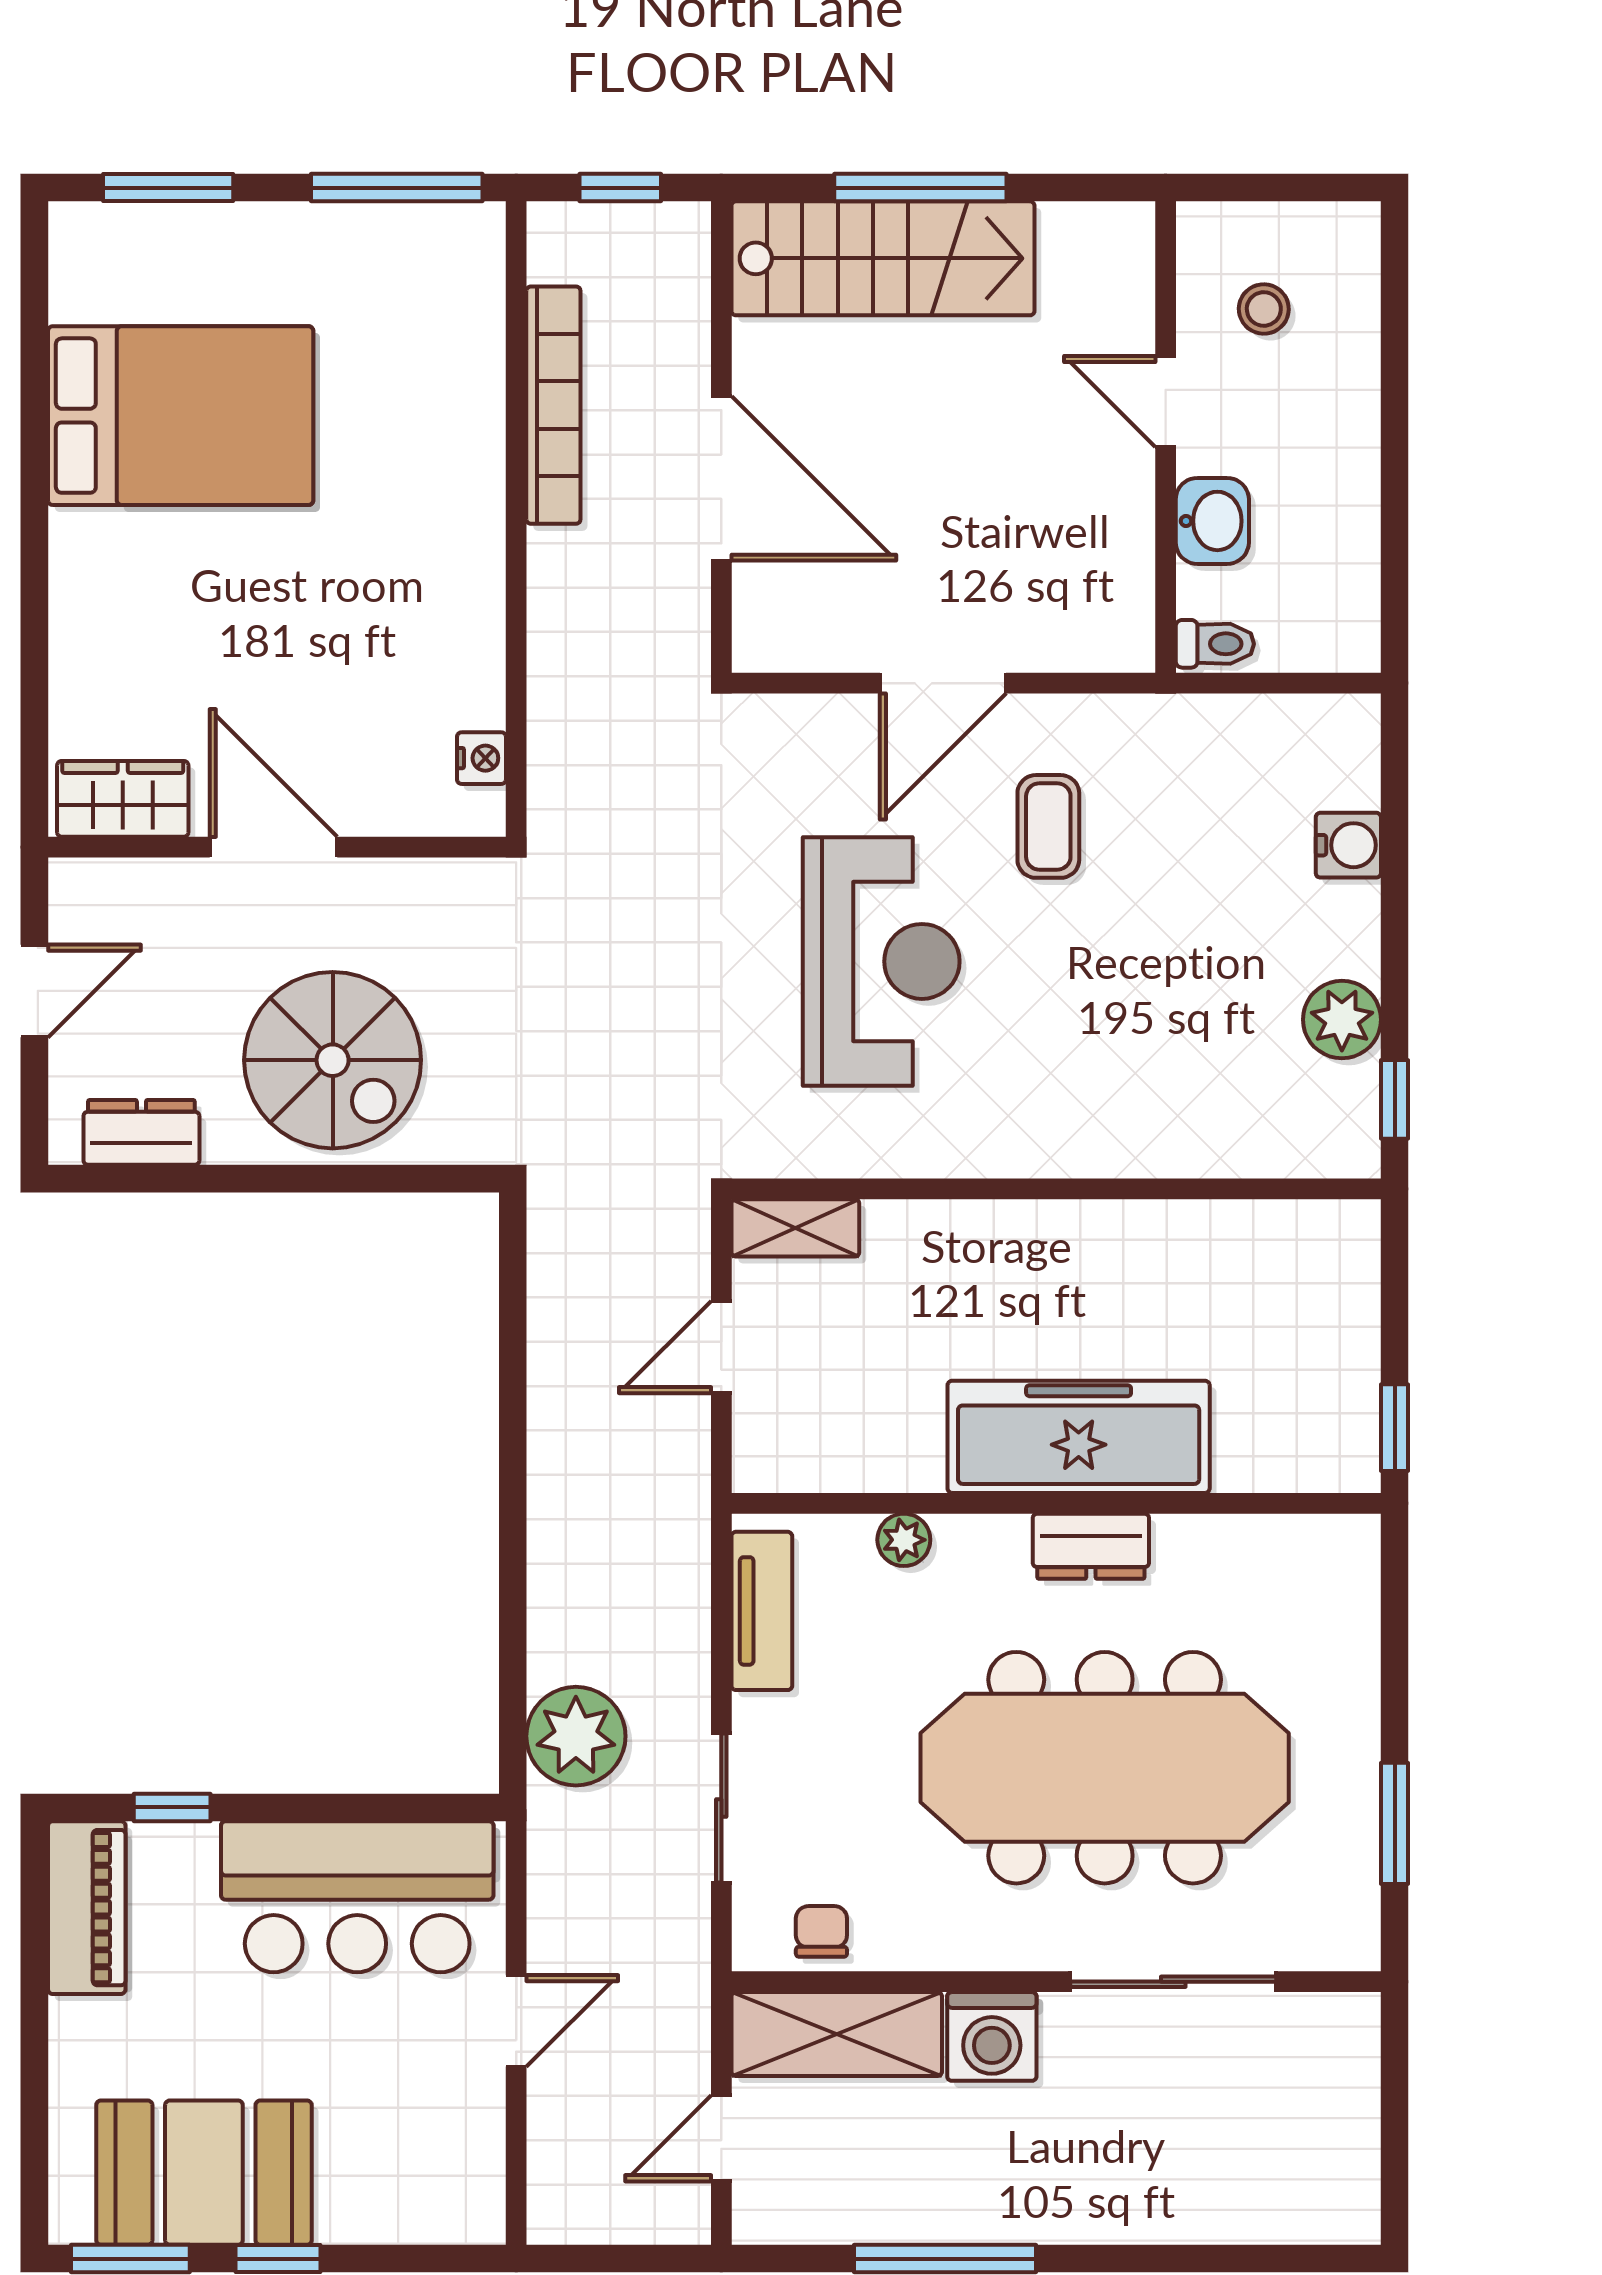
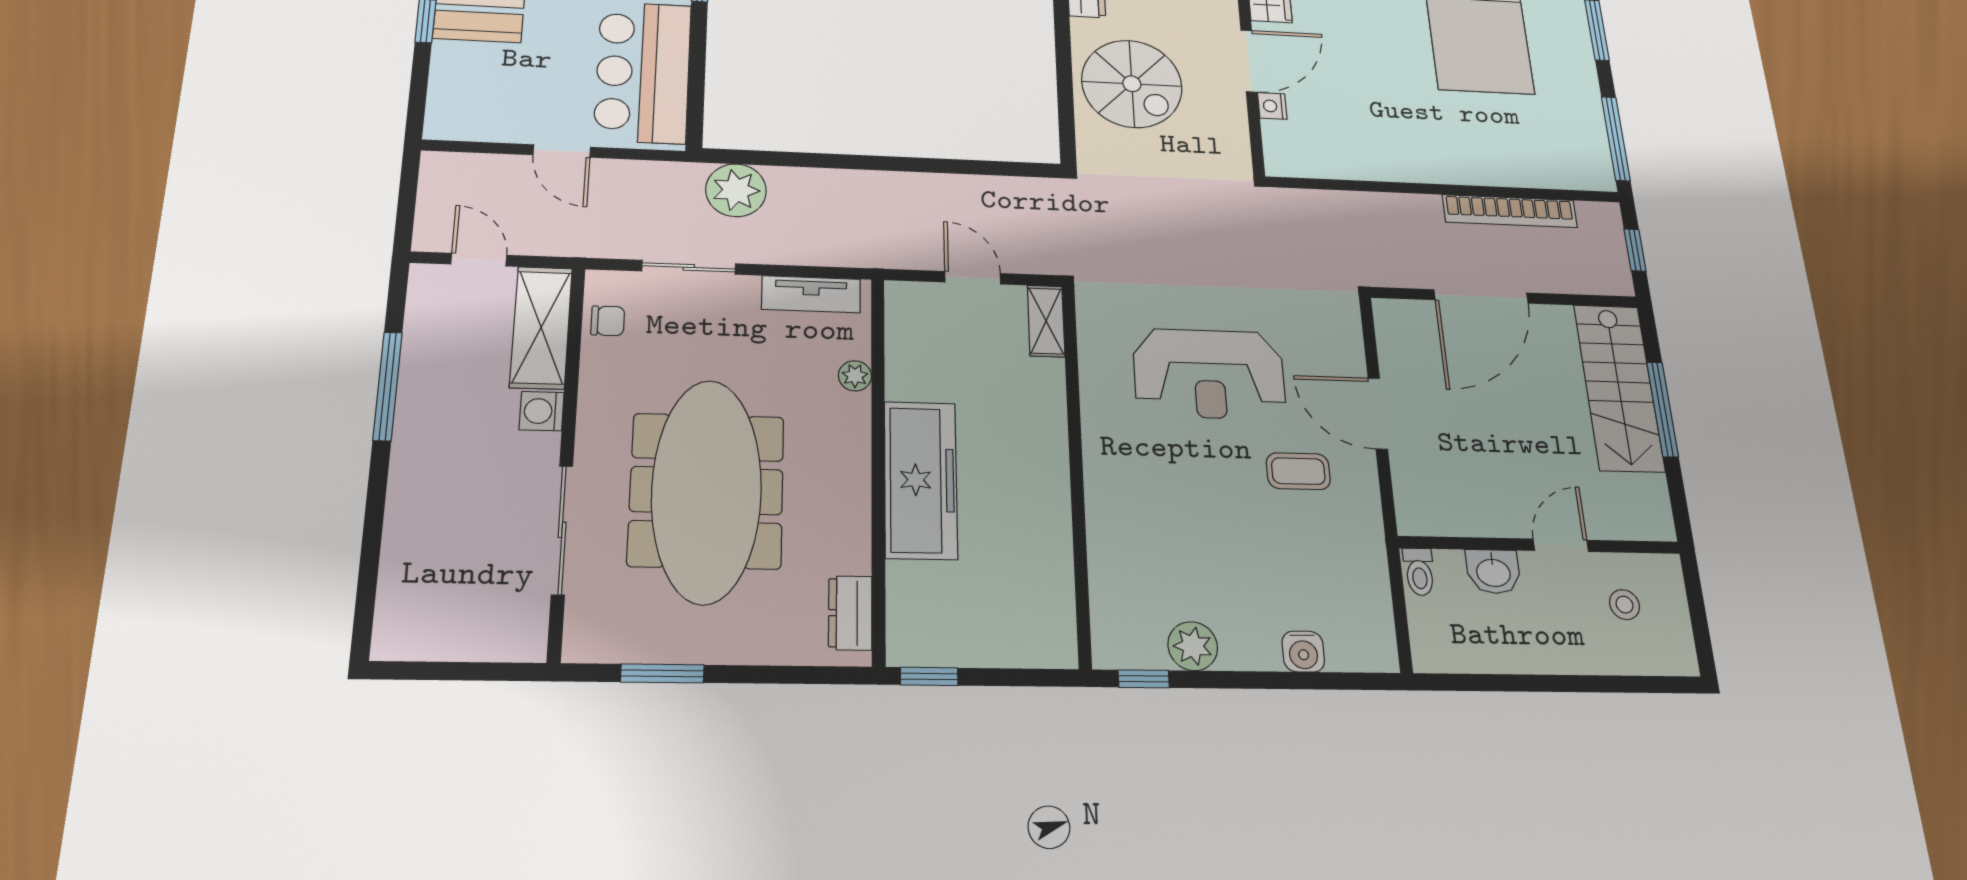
nightstand: (482, 758) -> (1272, 106), moved, turned 90
spiral stairs: (333, 1060) -> (1132, 84), turned -90
dresser: (1091, 1546) -> (850, 613), moved
washing machine: (992, 2036) -> (542, 411), width x0.73, depth x0.73

